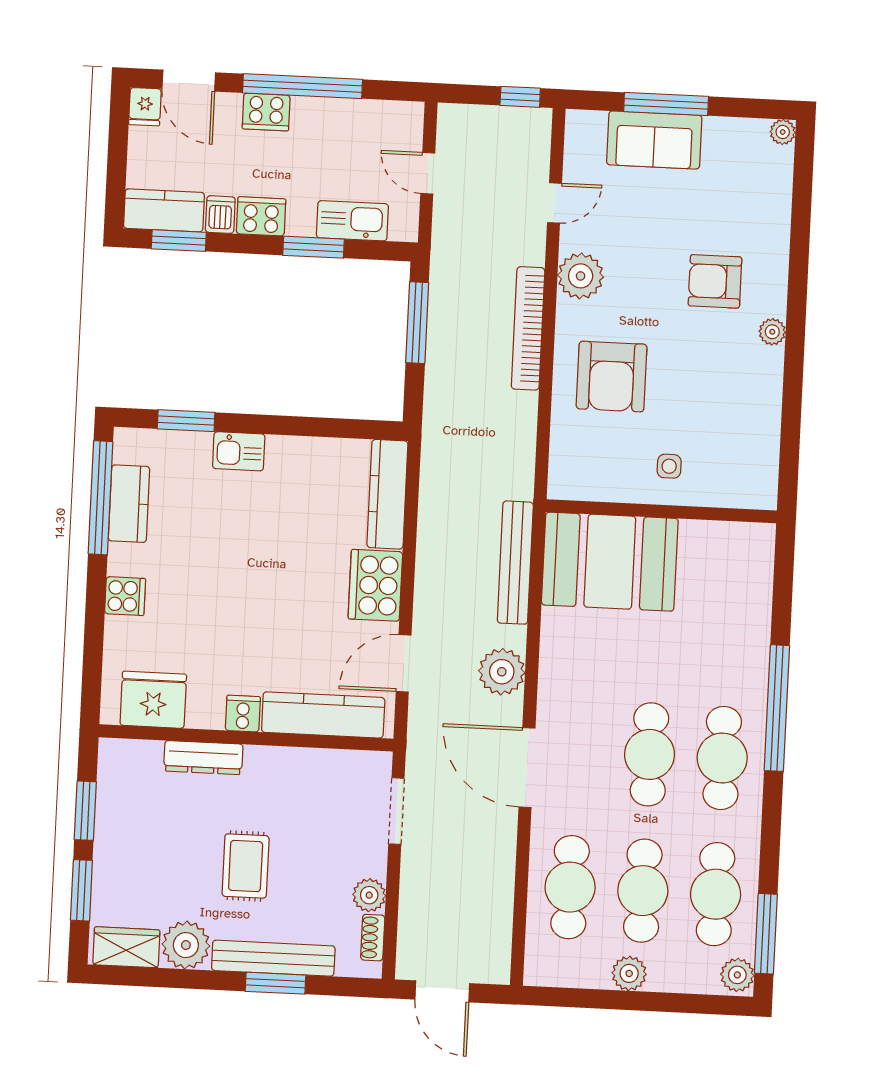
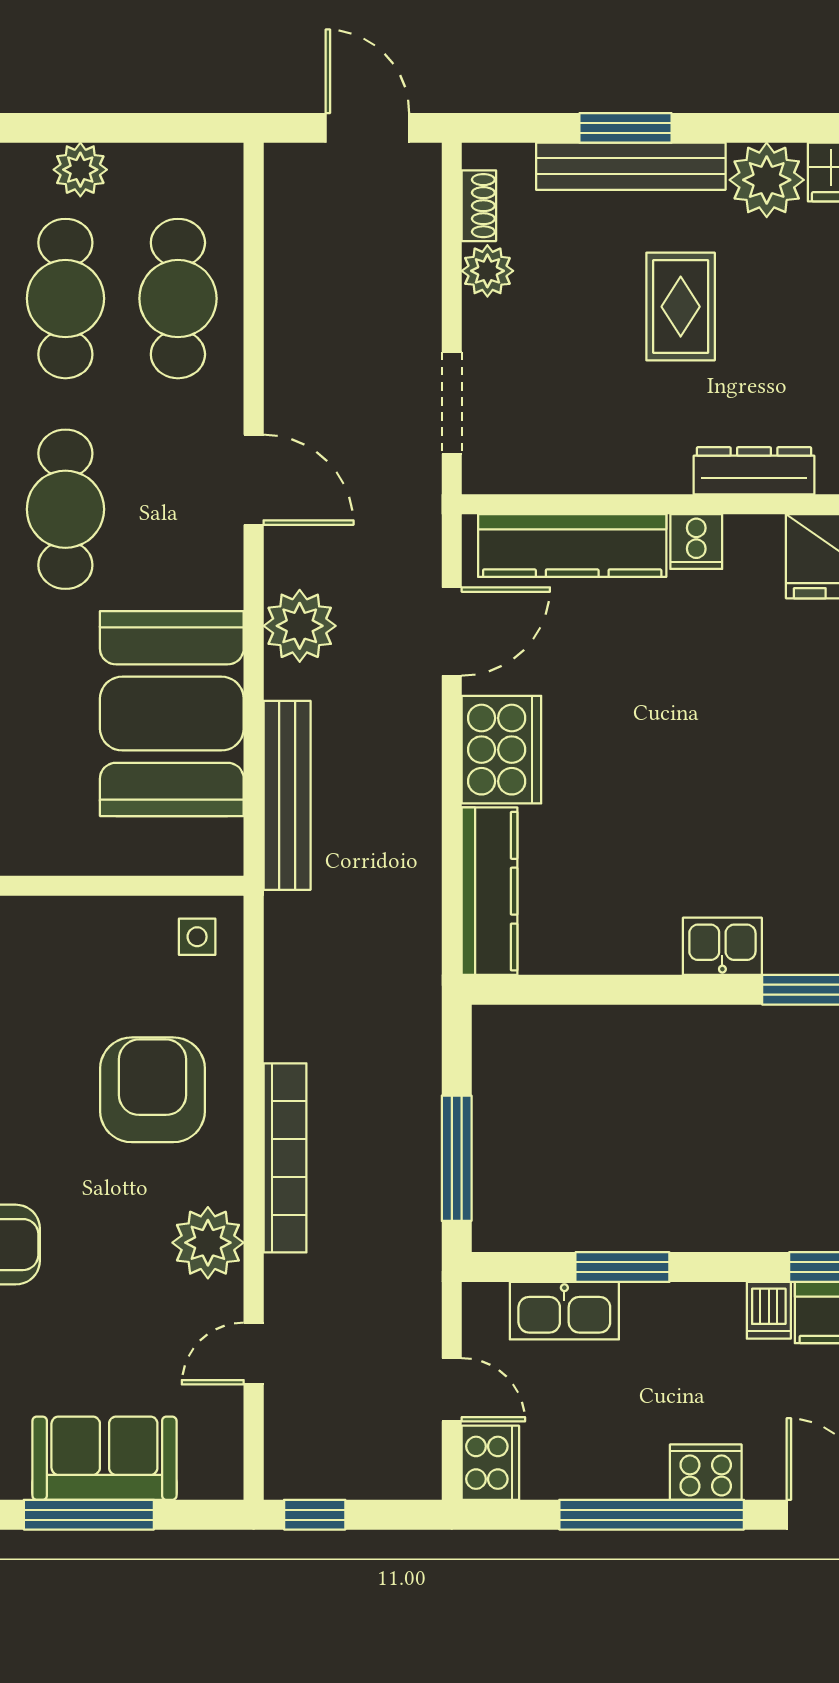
cooker: (261, 216) -> (490, 1463), moved, turned -90
side table: (669, 466) -> (197, 937), moved
booth: (610, 562) -> (172, 714), moved, turned 90
door: (527, 768) -> (254, 480), width x0.73

